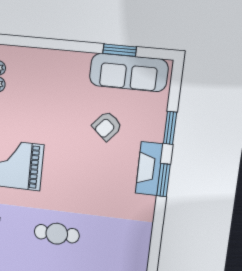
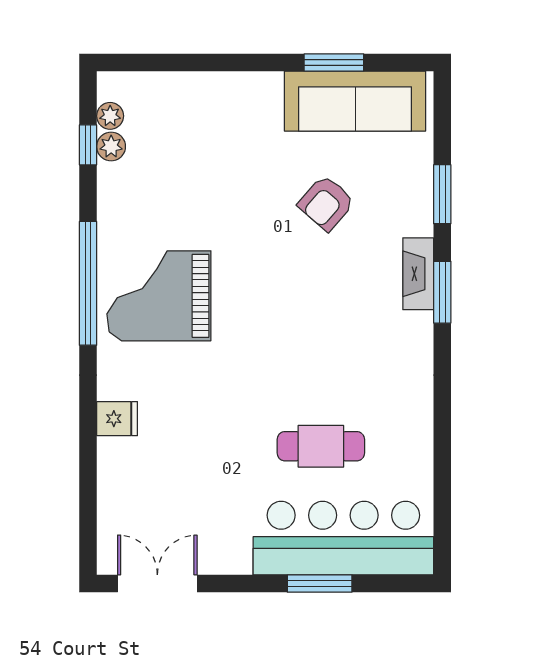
fireplace: (149, 169) -> (418, 274), width x0.73, depth x0.76
cafe table: (57, 234) -> (321, 446), moved

